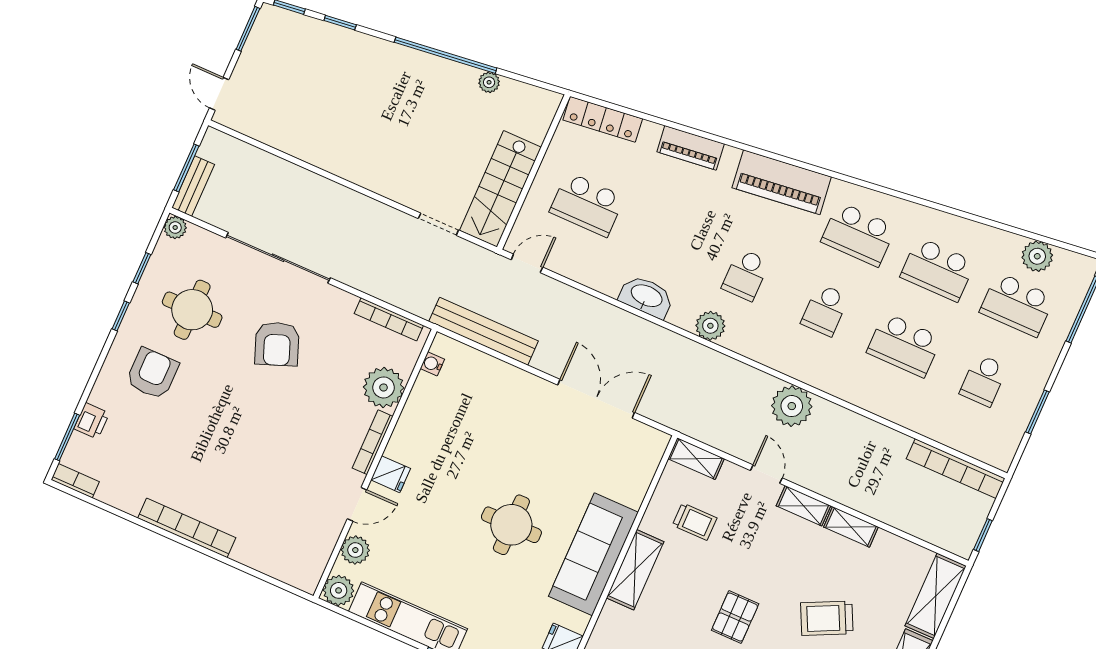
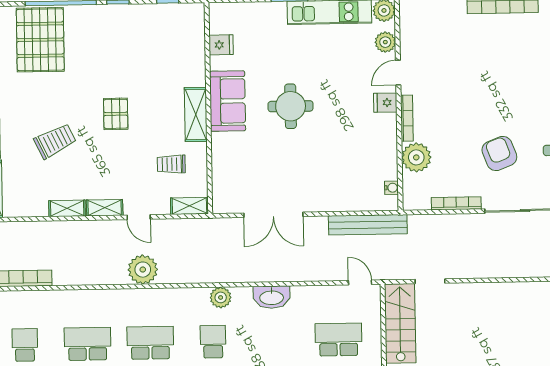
door: (527, 263) -> (360, 283), swing flipped
school desk: (825, 310) -> (150, 343), width x1.85
bookcase: (389, 319) -> (456, 203), moved
sofa: (593, 554) -> (228, 101), width x0.73

